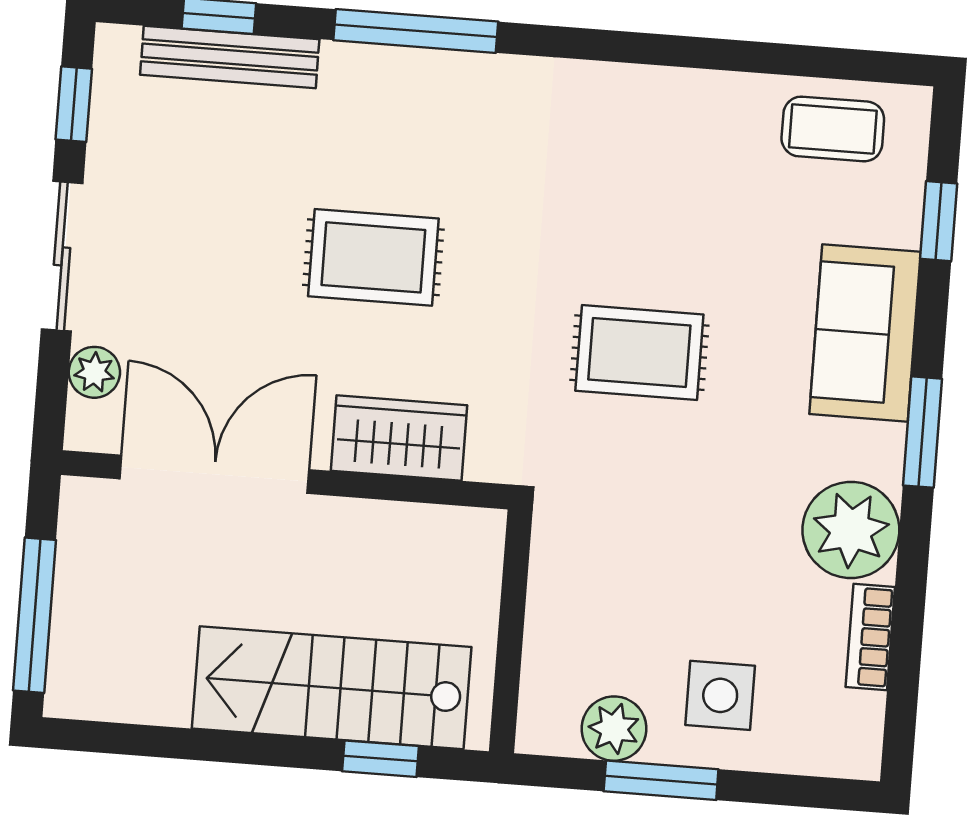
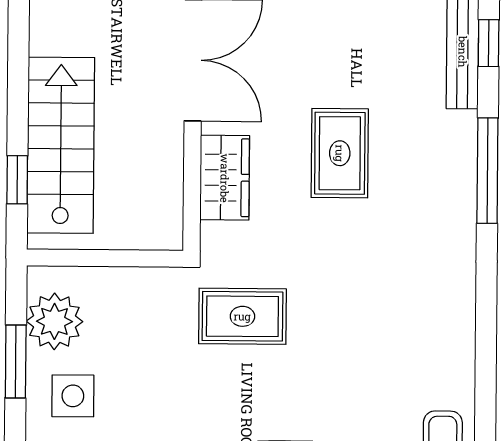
rug: (639, 353) -> (242, 316), moved, turned 90
plant: (614, 729) -> (54, 321), width x1.36, depth x1.36

